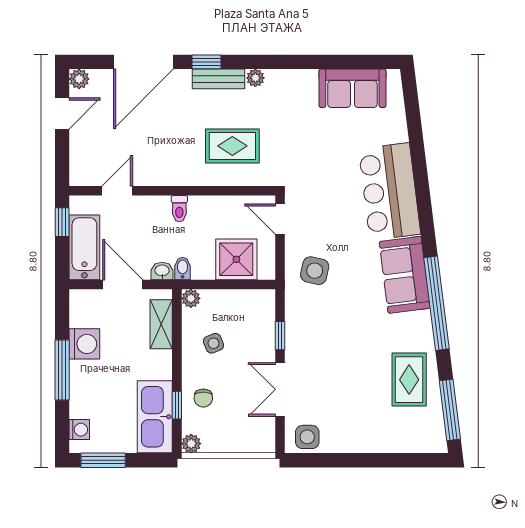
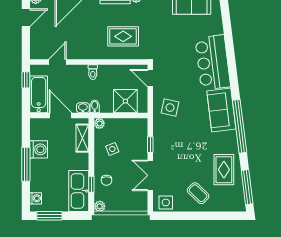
coffee table: (364, 421) -> (198, 193), added

